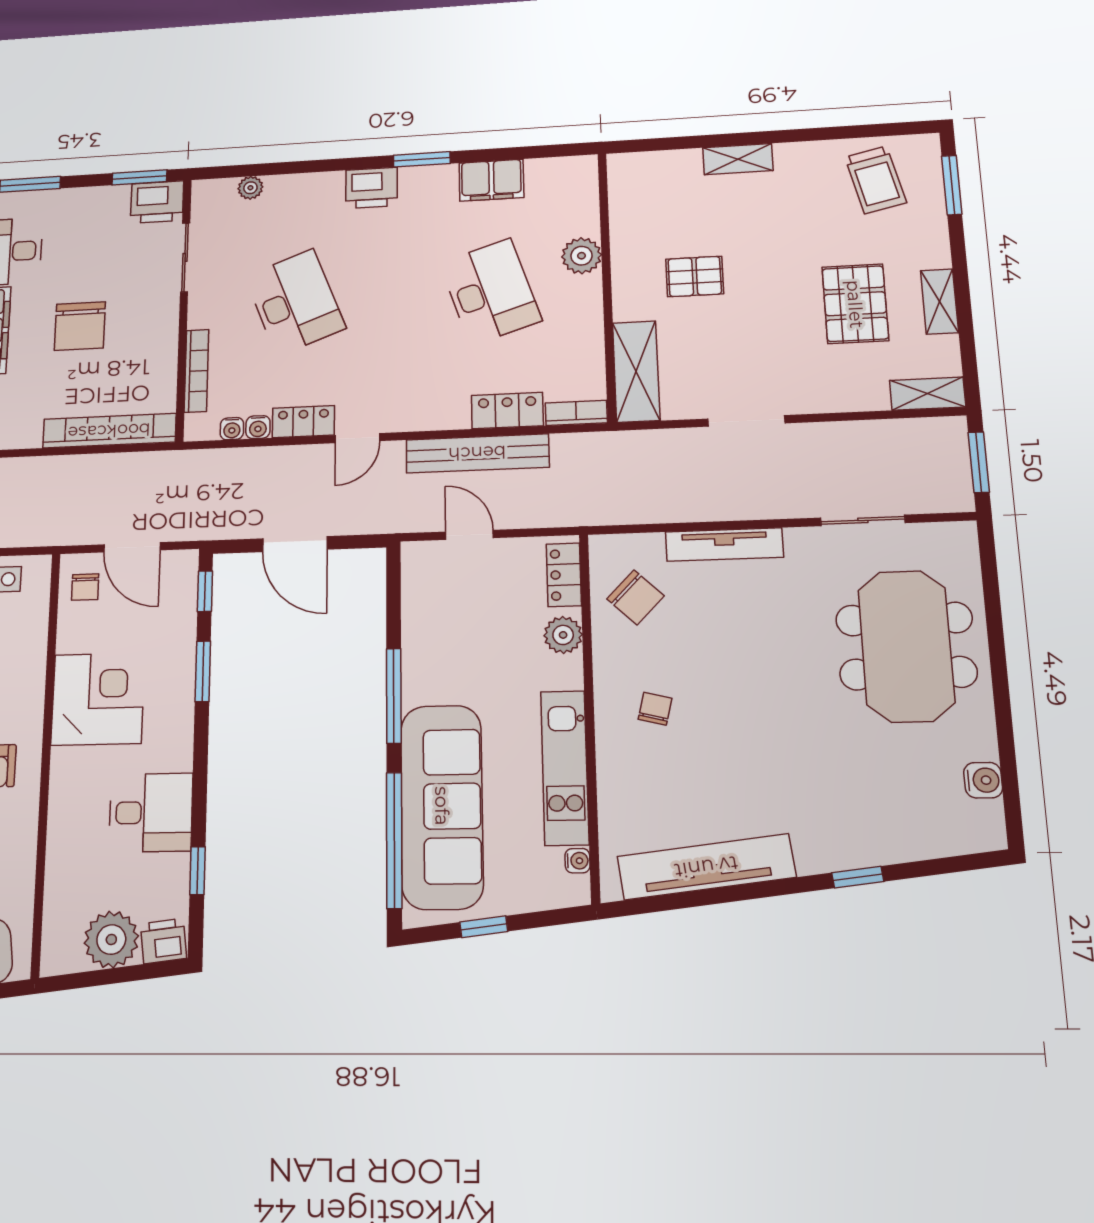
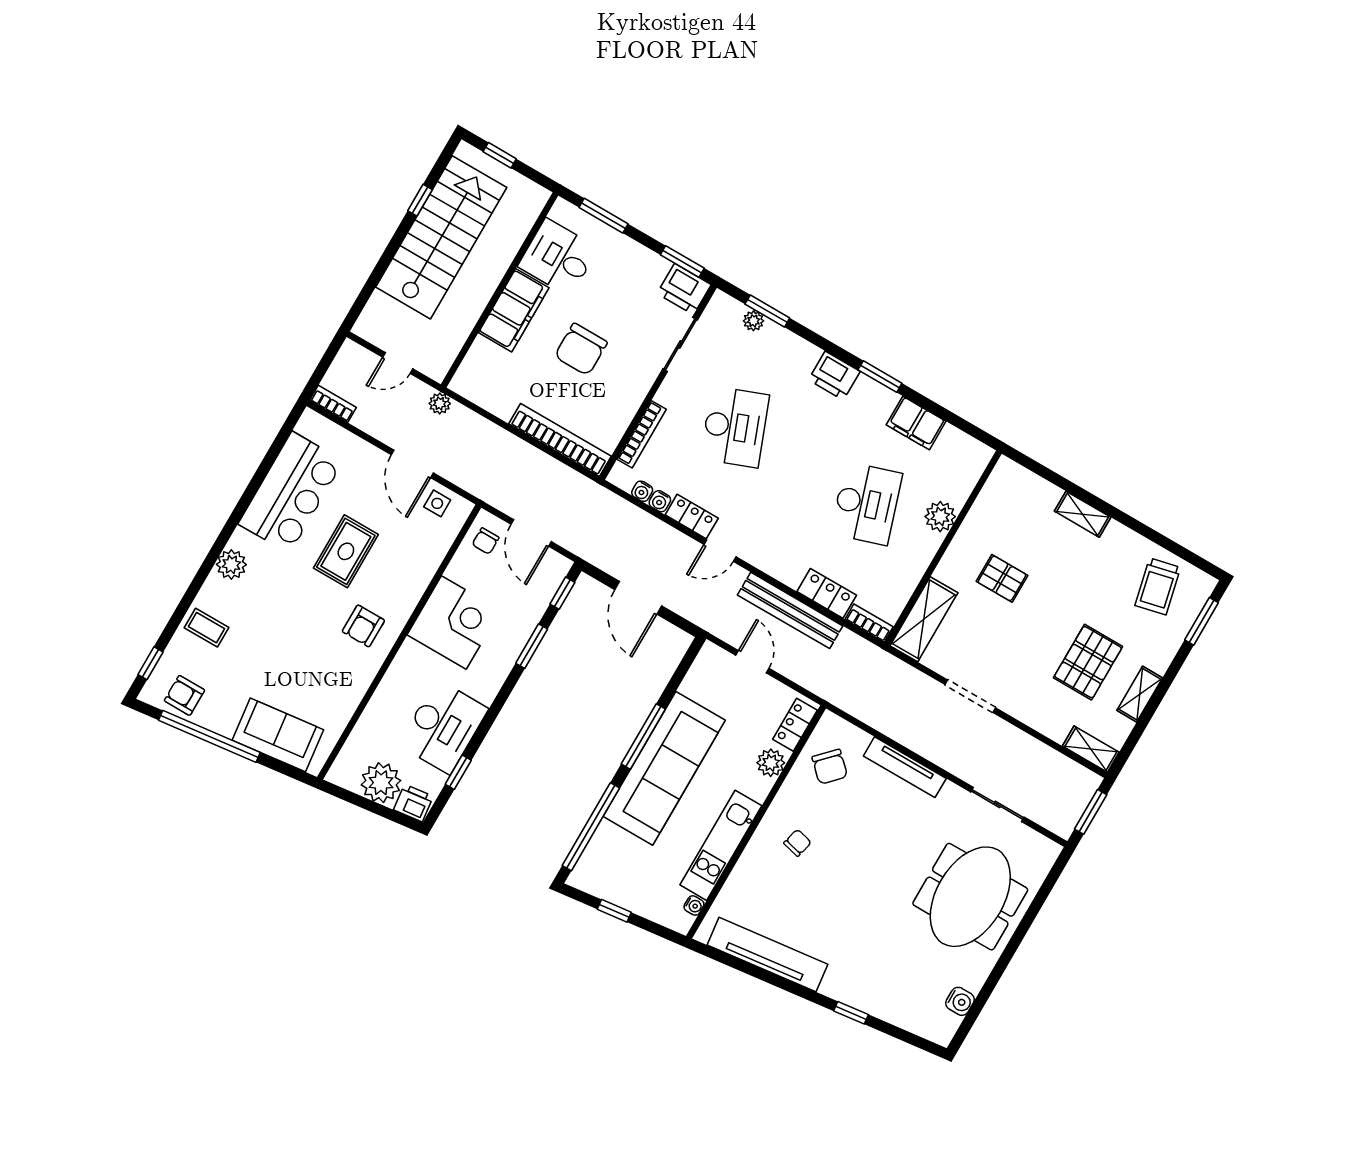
window: (259, 170) -> (767, 311), added
sofa: (442, 806) -> (664, 768), moved
desk: (151, 812) -> (443, 727), width x1.37

